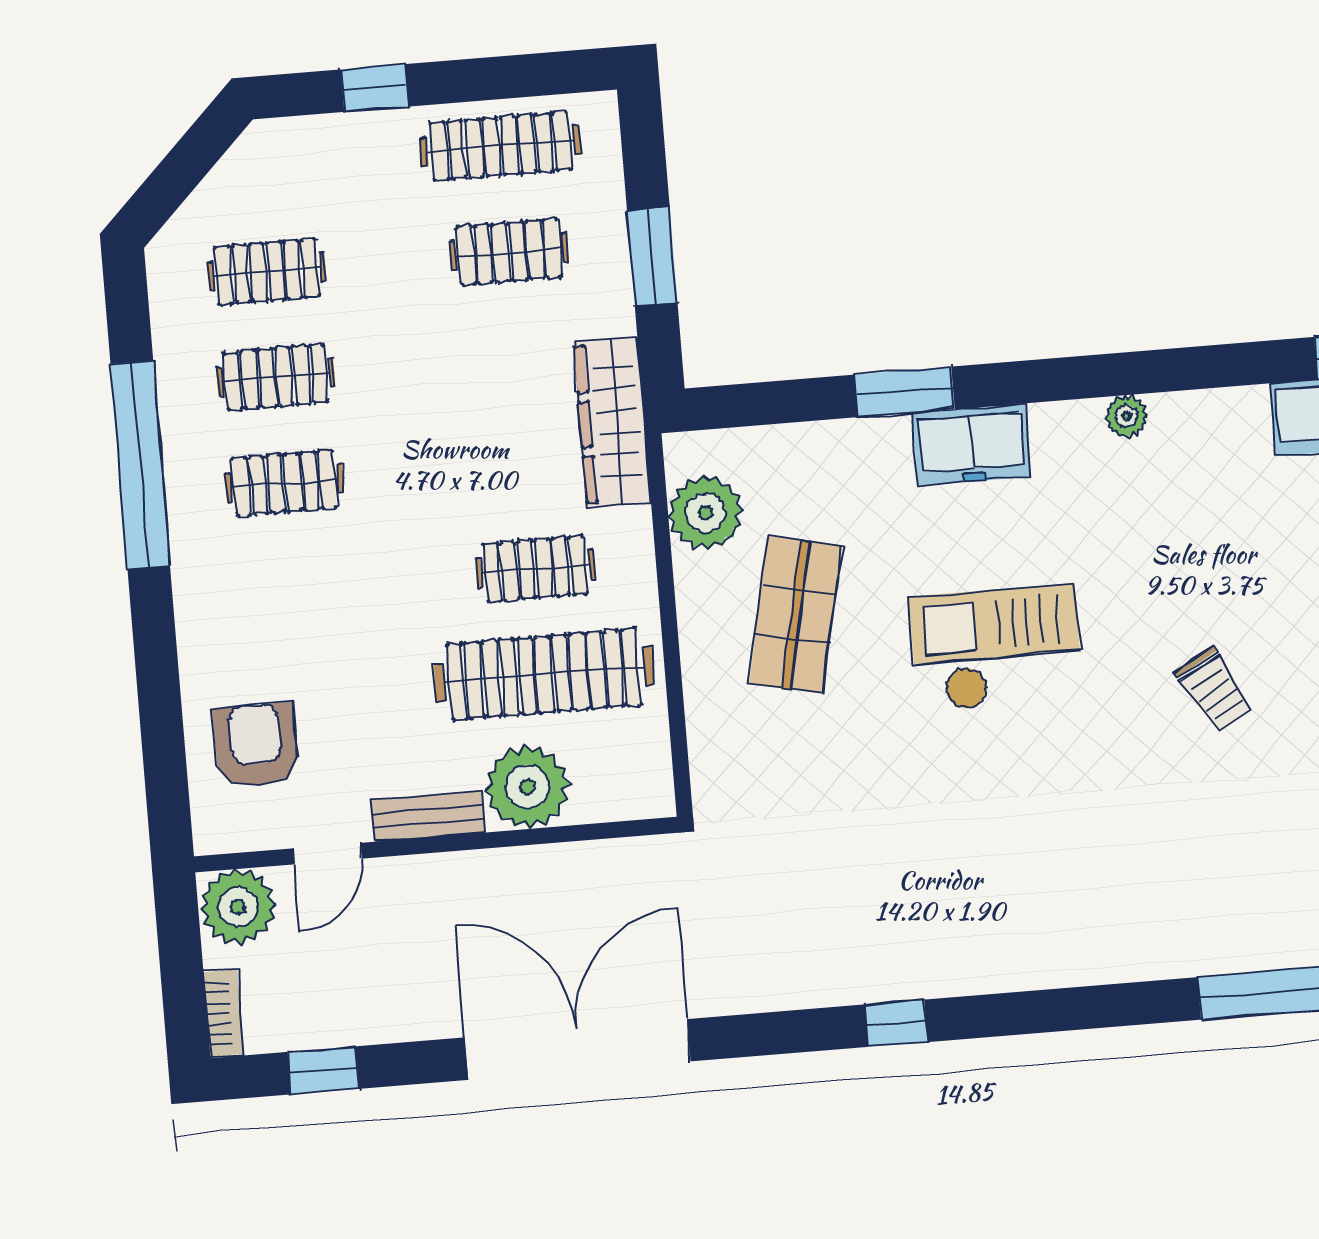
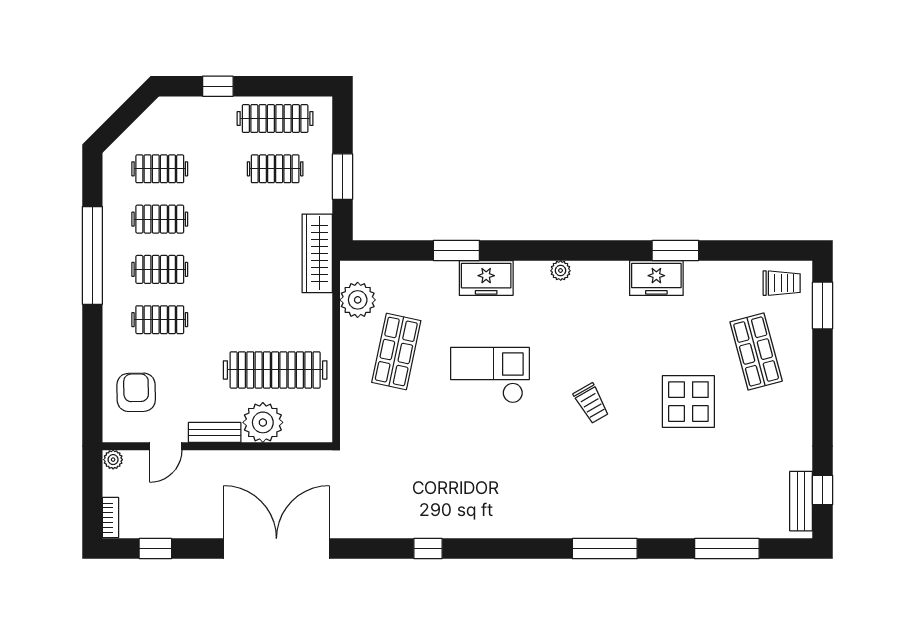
clothes rail: (535, 569) -> (160, 320), moved
plant: (238, 907) -> (113, 460), width x0.53, depth x0.53

